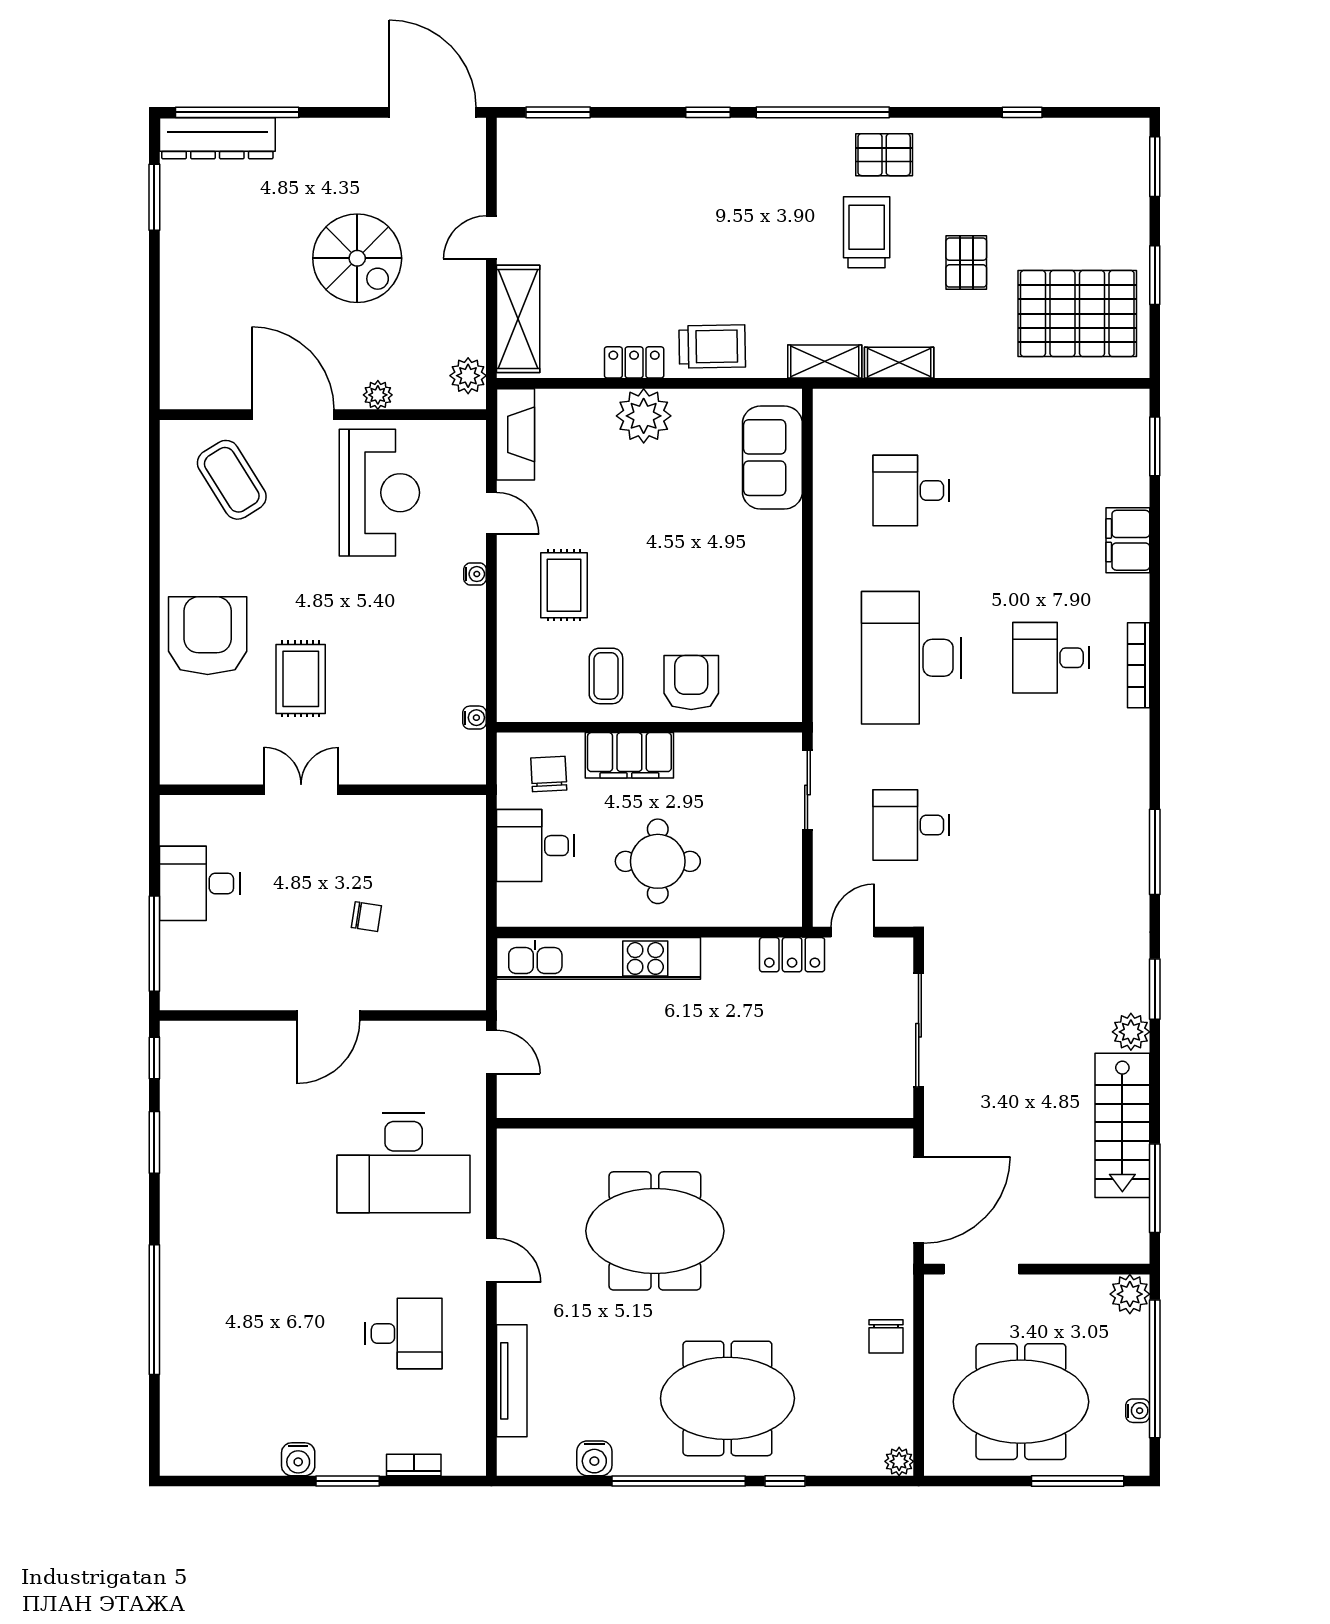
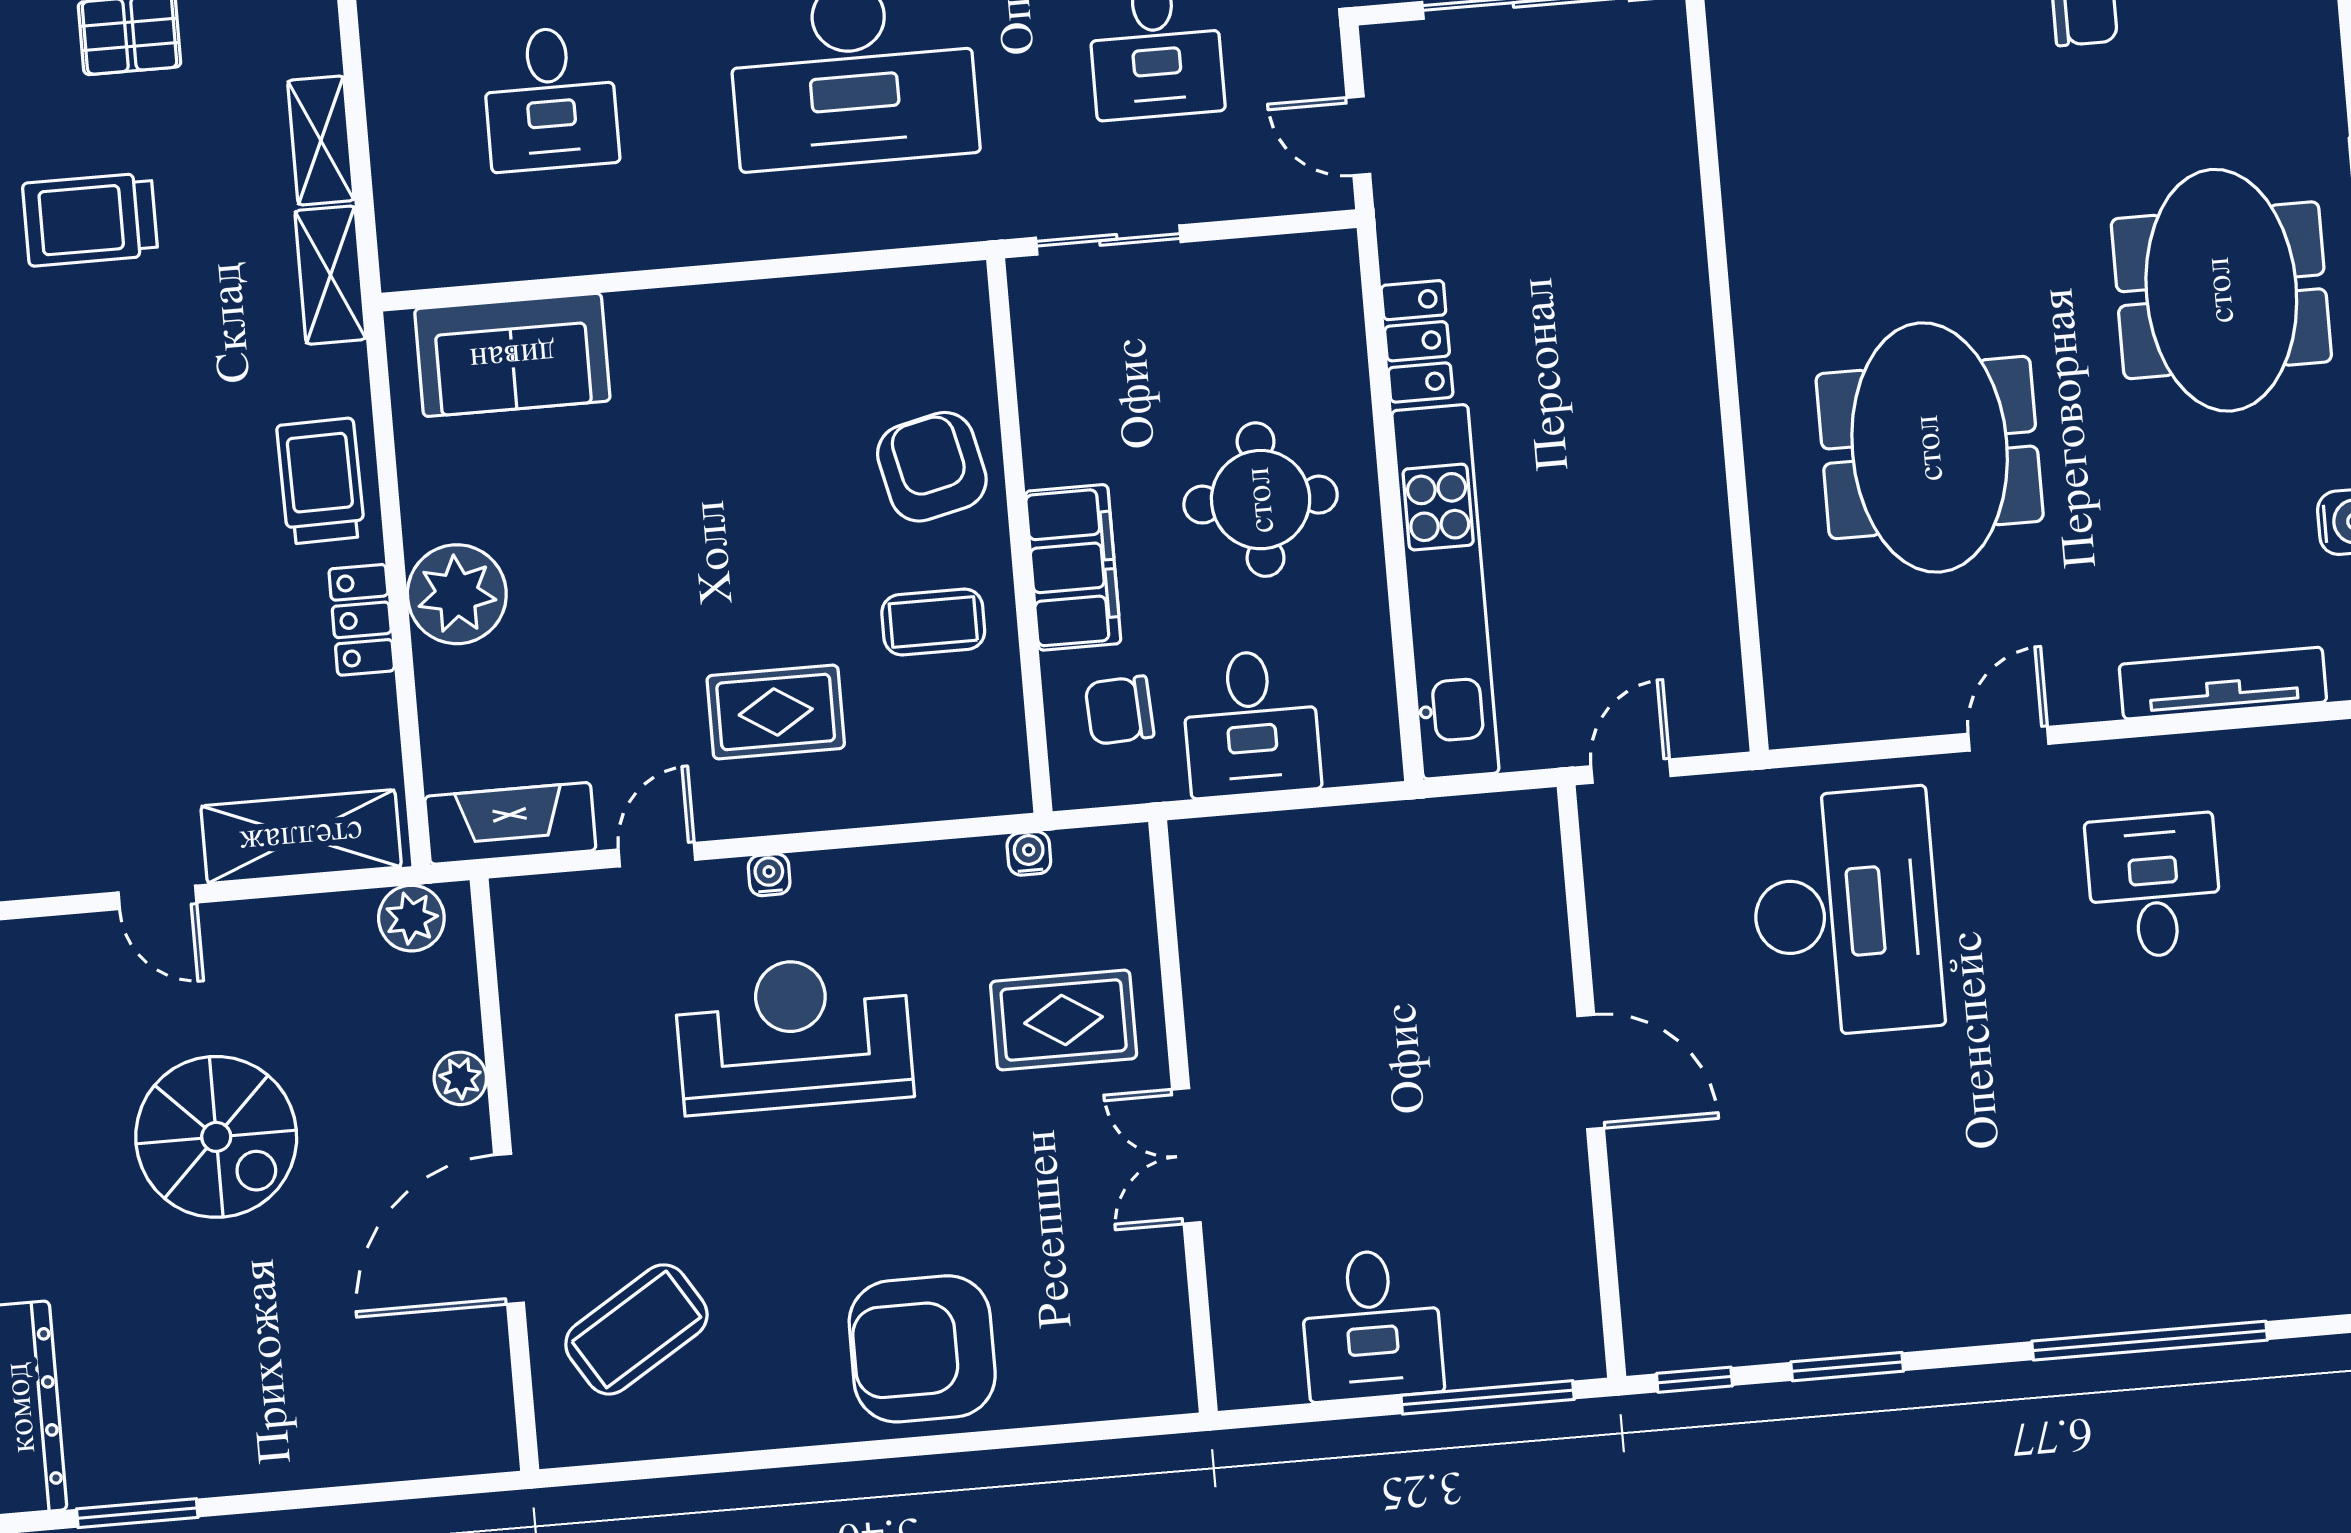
spiral stairs: (357, 258) -> (216, 1137), turned 90
reception desk: (379, 493) -> (794, 1034), moved
rug: (301, 679) -> (1064, 1020), moved
armchair: (691, 683) -> (932, 467), turned 77
chair: (366, 917) -> (1406, 1018), removed
locker: (792, 955) -> (1417, 341), moved

